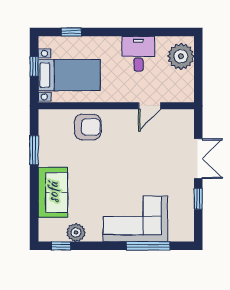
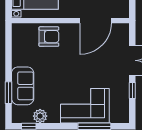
door: (150, 106) -> (96, 21), width x1.87
window: (34, 150) -> (9, 93), moved

